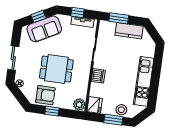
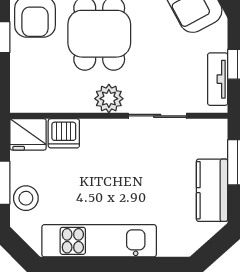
dishwasher: (98, 76) -> (64, 133), moved
plant: (79, 105) -> (109, 99), moved

